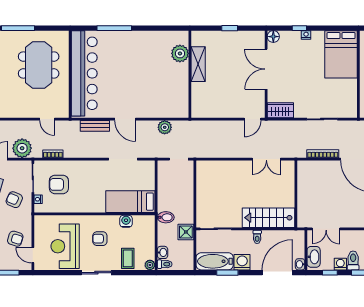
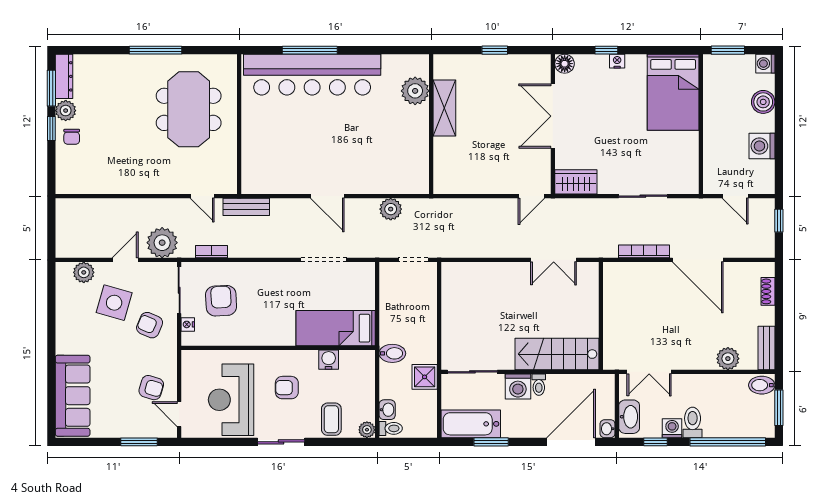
bar counter: (84, 73) -> (312, 75), moved, turned 90
bench: (95, 126) -> (246, 207), moved
armchair: (59, 184) -> (221, 301), turned 87
washing machine: (242, 262) -> (518, 387), moved, turned 180

